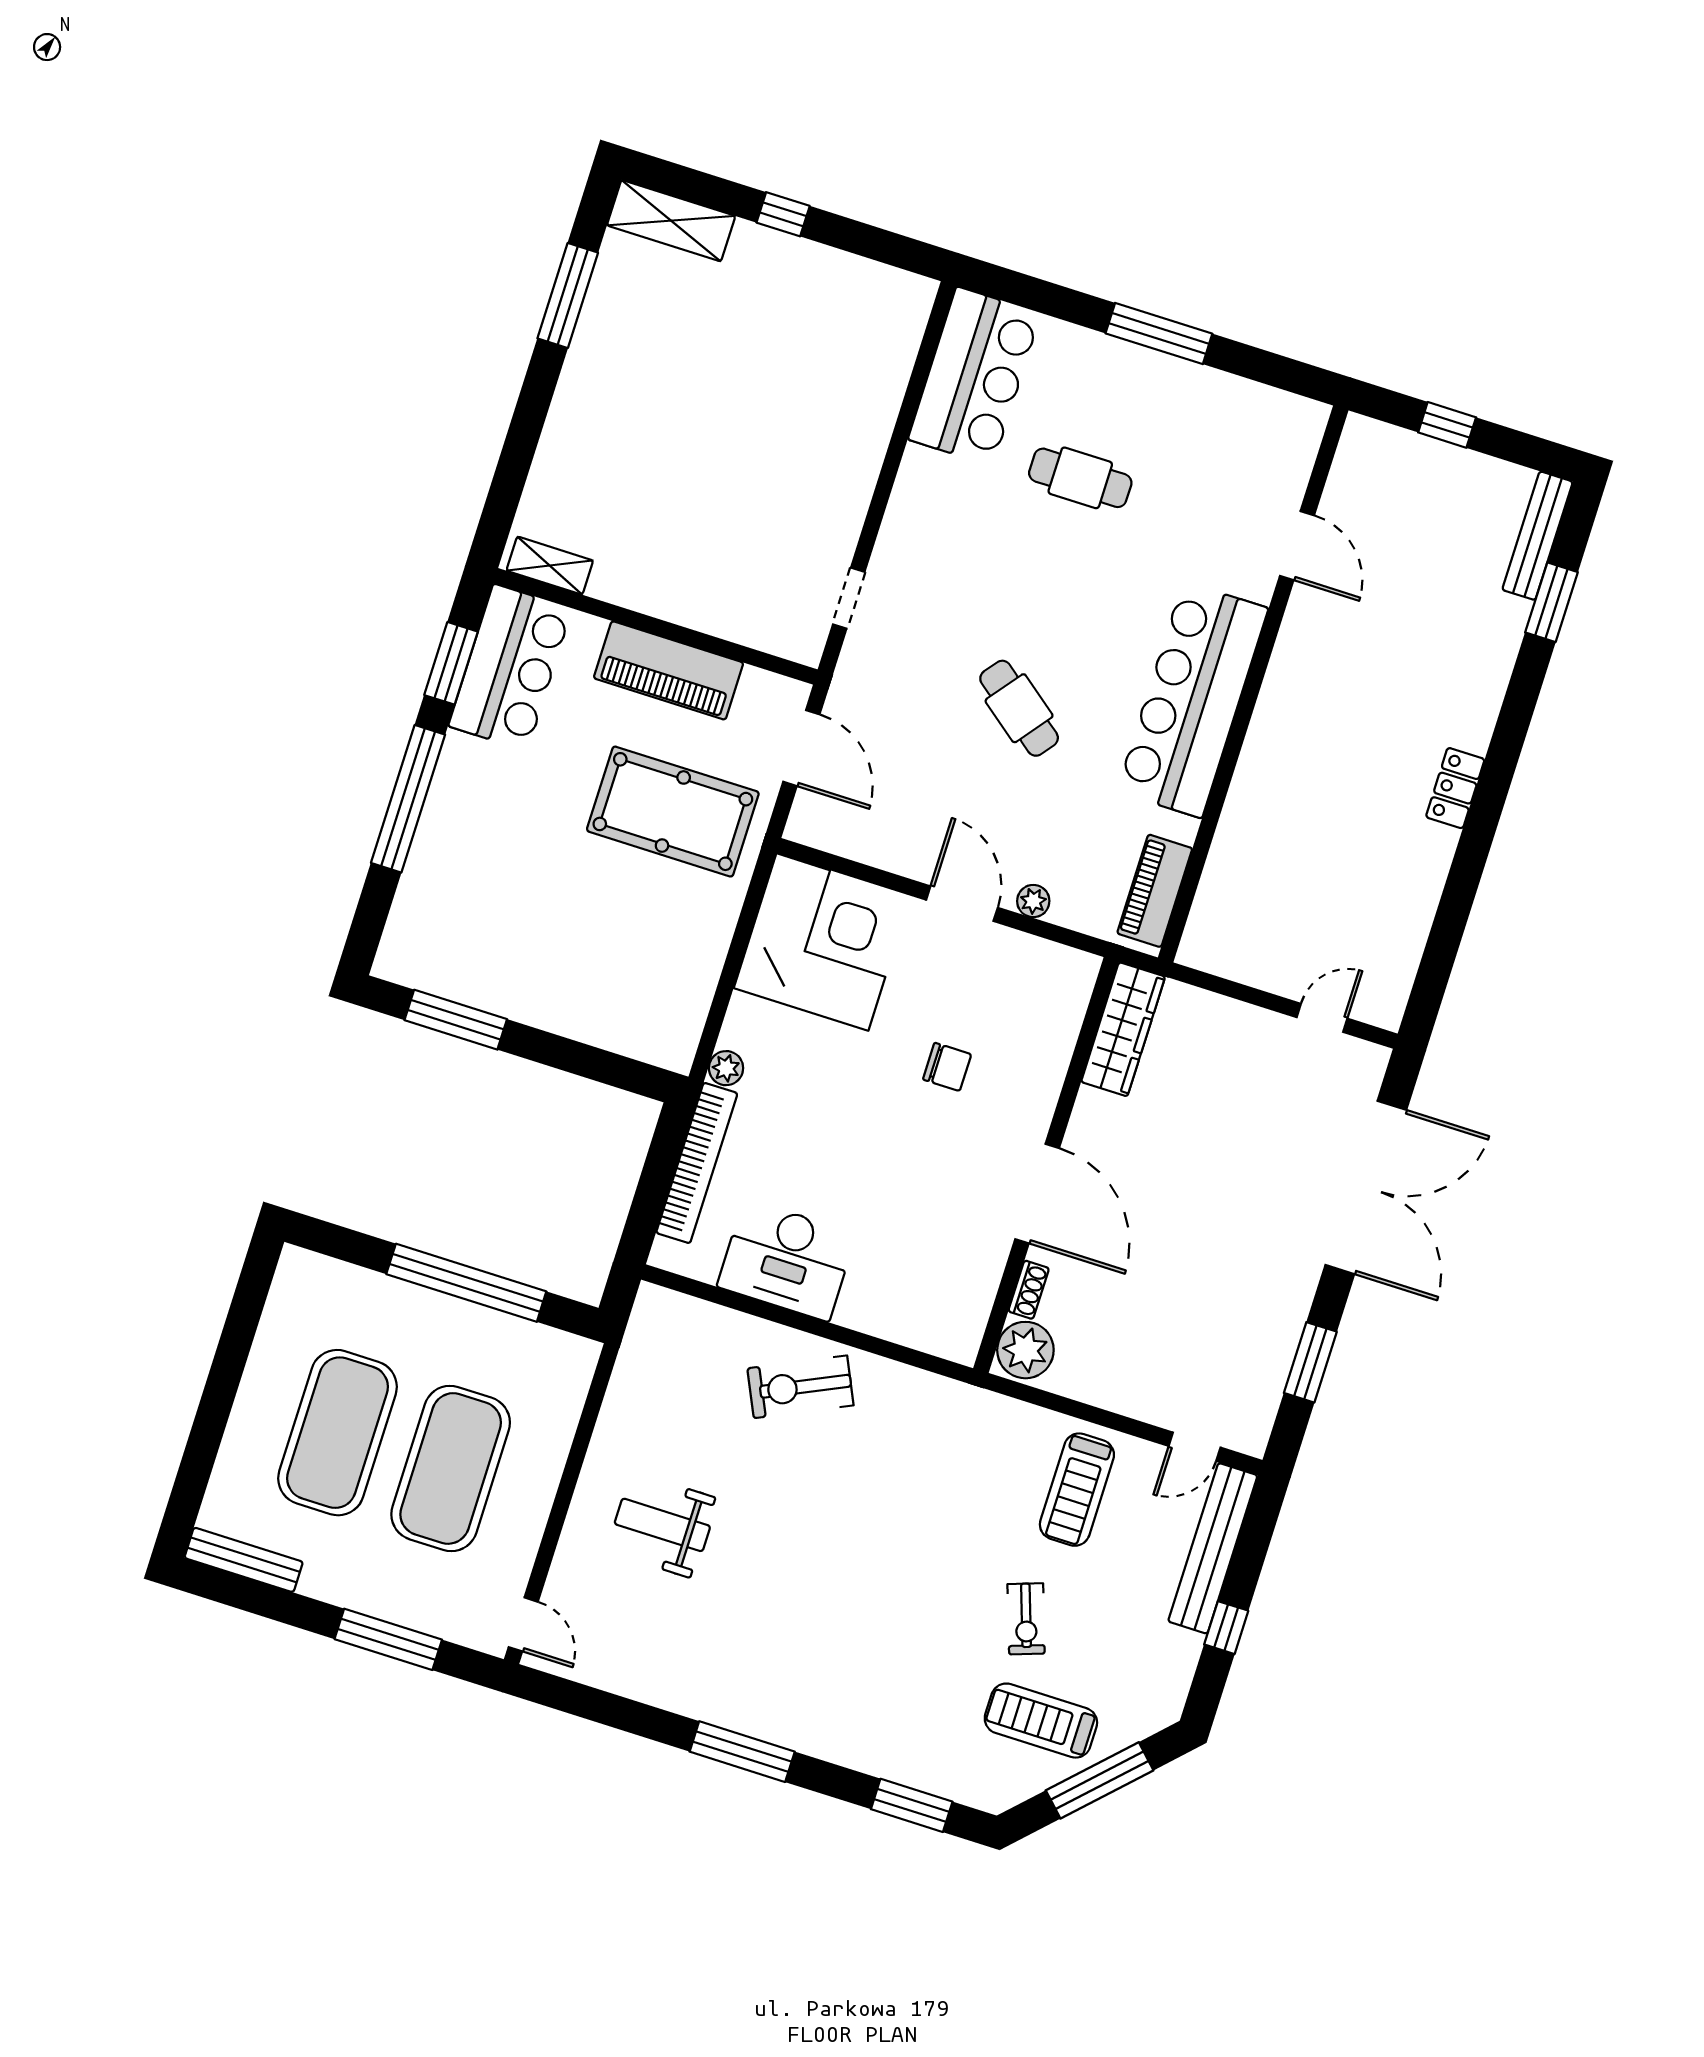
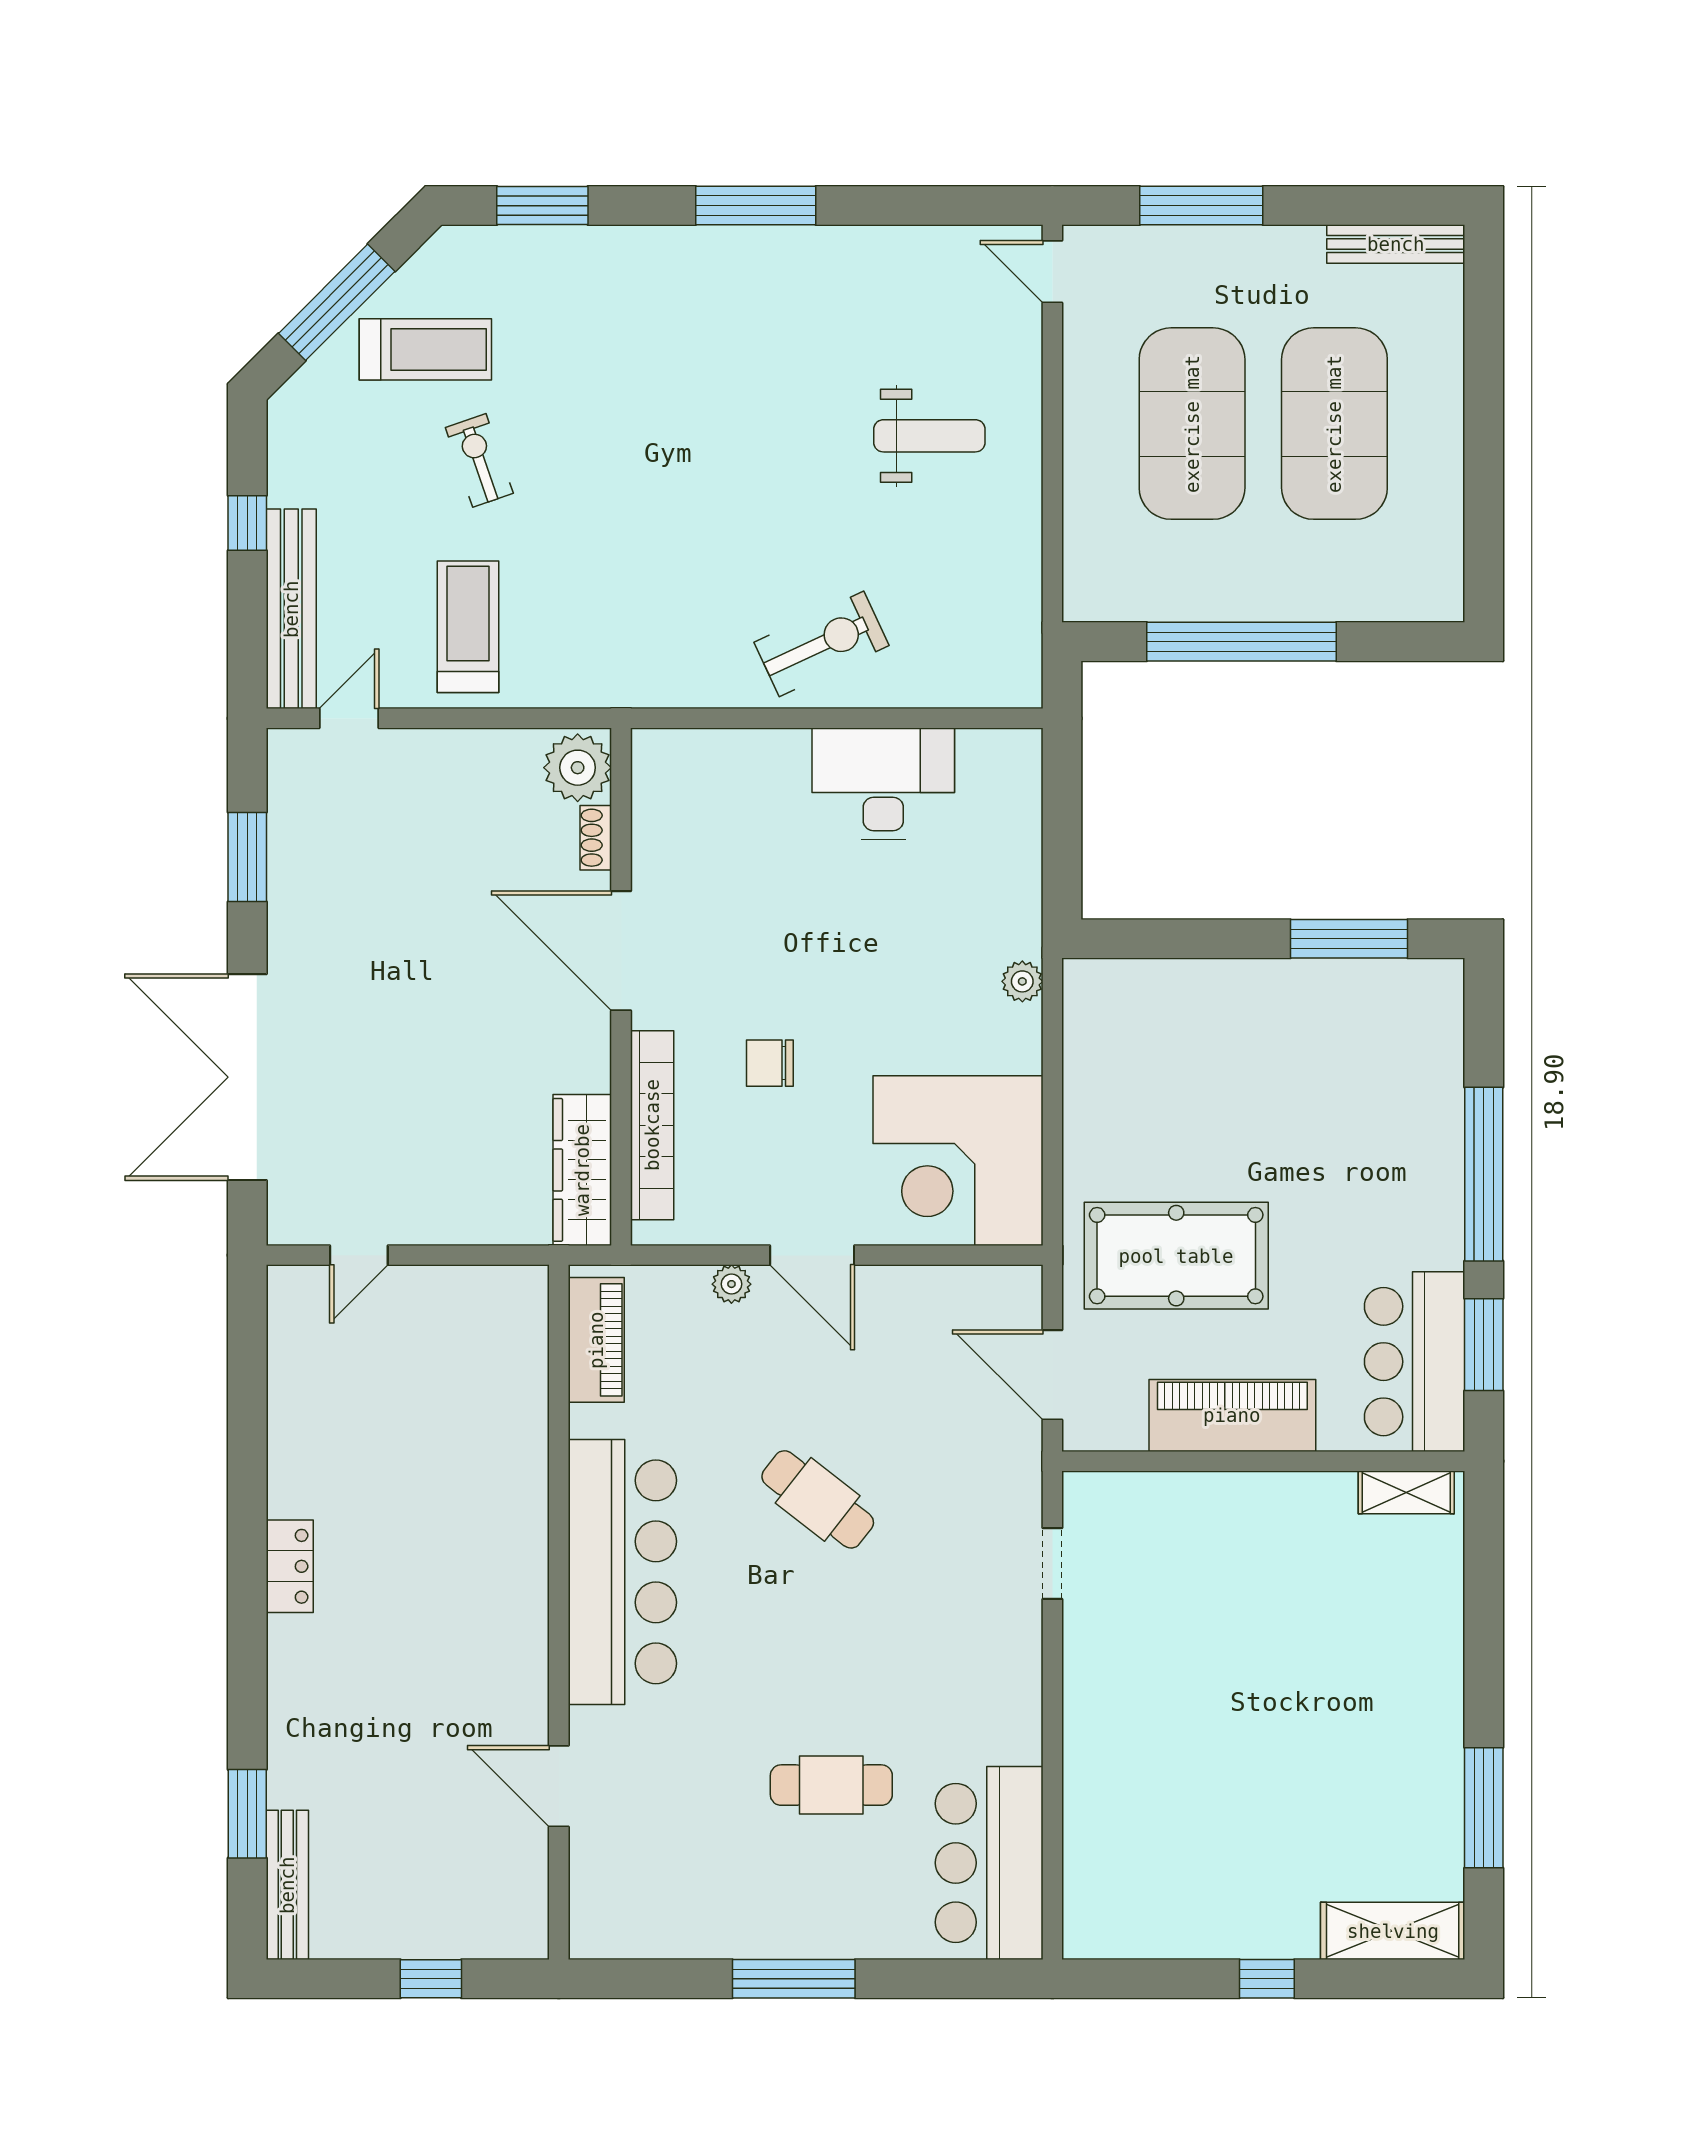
bookcase: (697, 1163) -> (652, 1125), moved, turned 180

